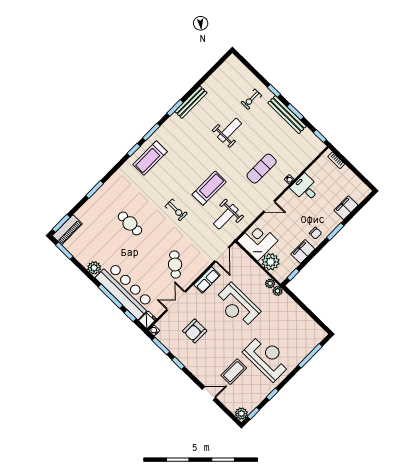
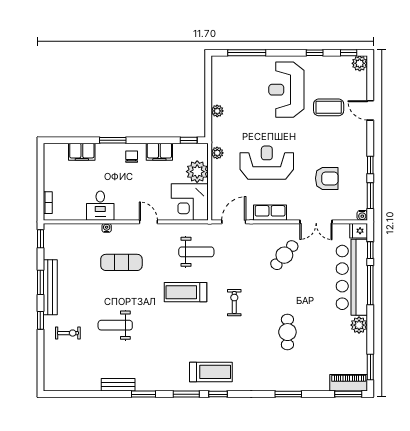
bench: (191, 102) -> (118, 385), width x0.73
plant: (278, 291) -> (217, 111), moved
reception desk: (237, 306) -> (267, 163), turned -90

